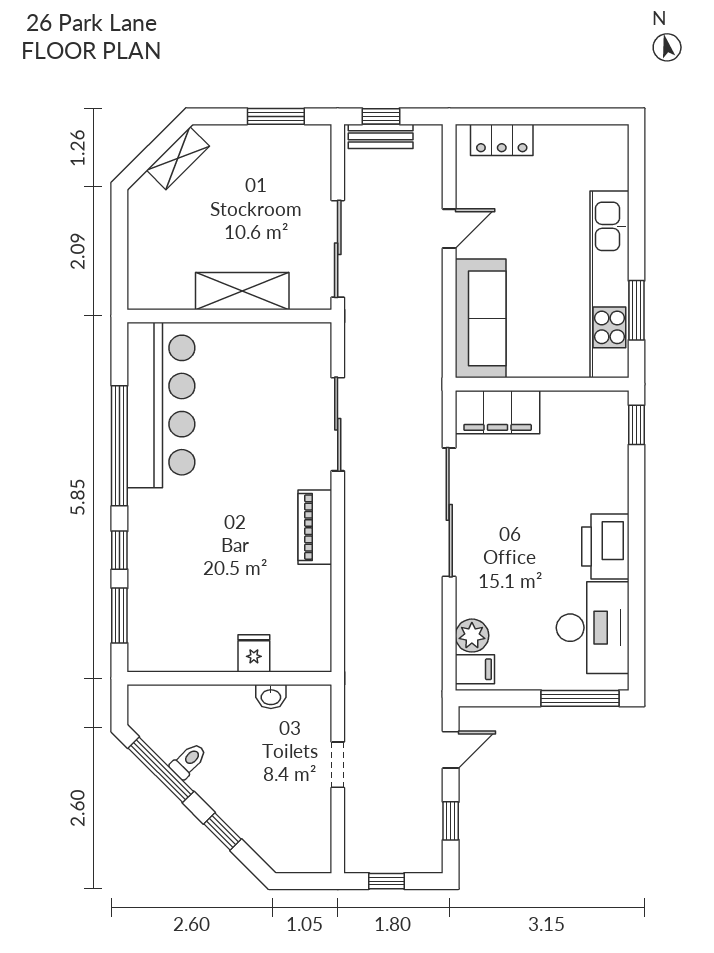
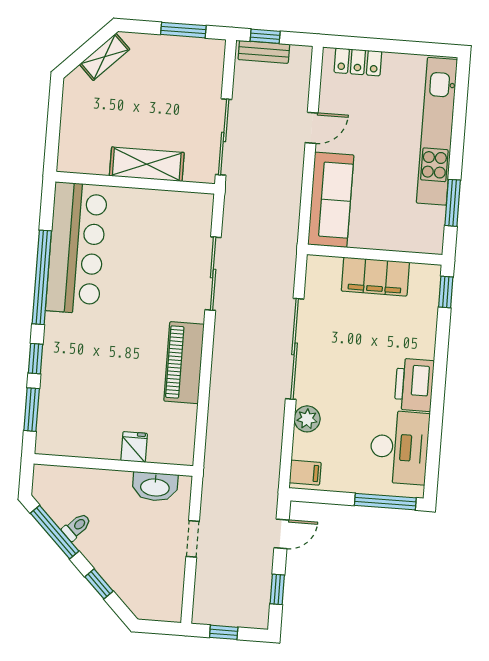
kitchen unit: (609, 284) -> (437, 131), moved
filing cabinet: (498, 412) -> (375, 277), moved
piano: (315, 527) -> (184, 363), width x1.37, depth x1.33
plant: (472, 636) -> (307, 419), moved
washbasin: (271, 697) -> (155, 487), width x1.91, depth x1.45

